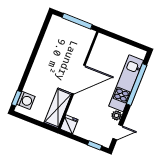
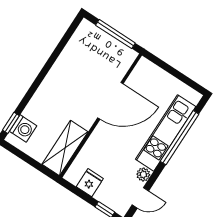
door: (79, 79) -> (110, 101), moved
fridge: (69, 124) -> (90, 183), moved

